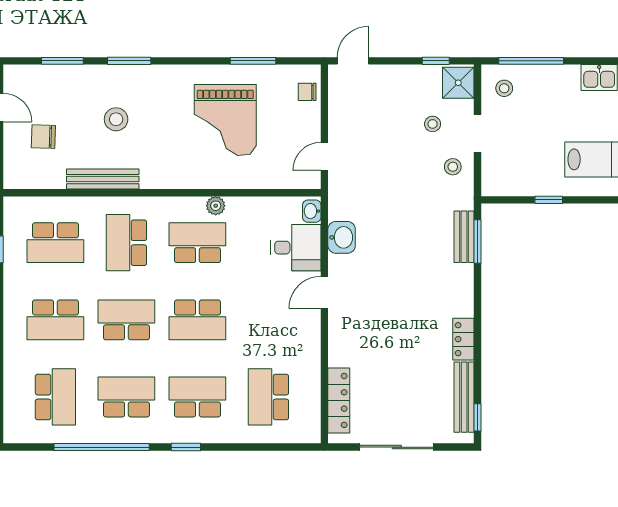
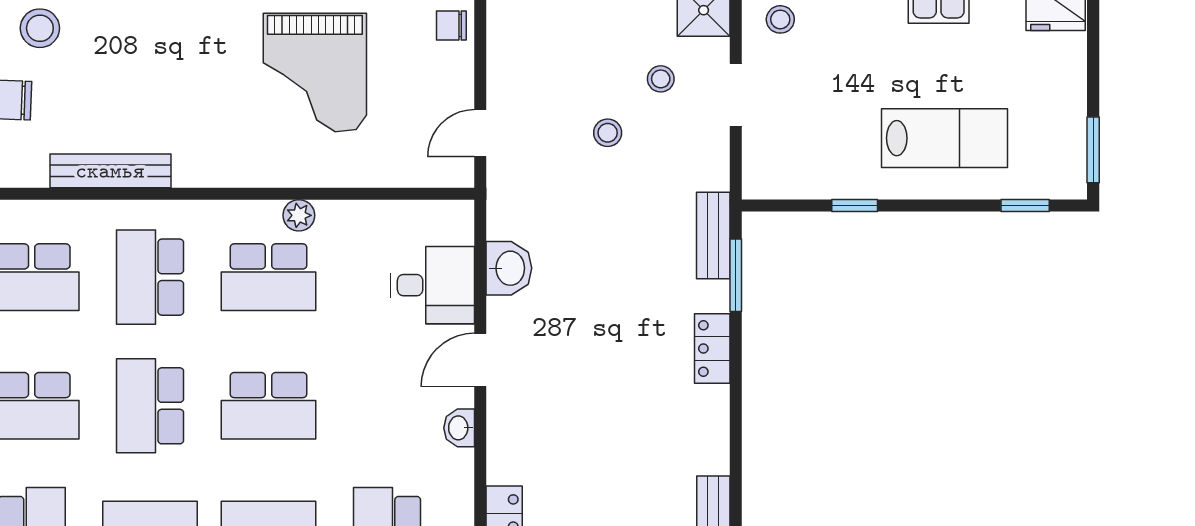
stool: (116, 119) -> (40, 28), moved
stool: (453, 167) -> (608, 133), moved
washbasin: (312, 211) -> (459, 428), moved
bench: (464, 237) -> (713, 236), moved
school desk: (197, 243) -> (269, 277), turned 180
school desk: (126, 320) -> (150, 406), turned -90
locker: (463, 339) -> (712, 349), moved

